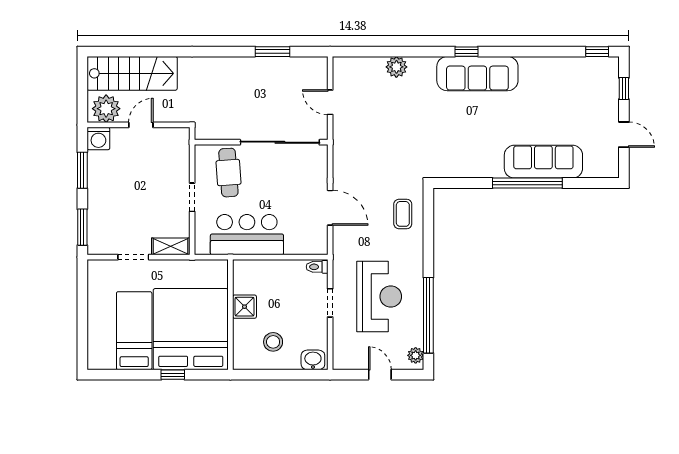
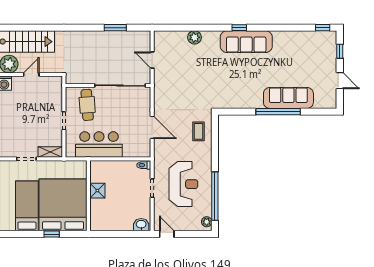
stool: (273, 342) -> (116, 213), removed
door: (380, 375) -> (167, 234), moved

